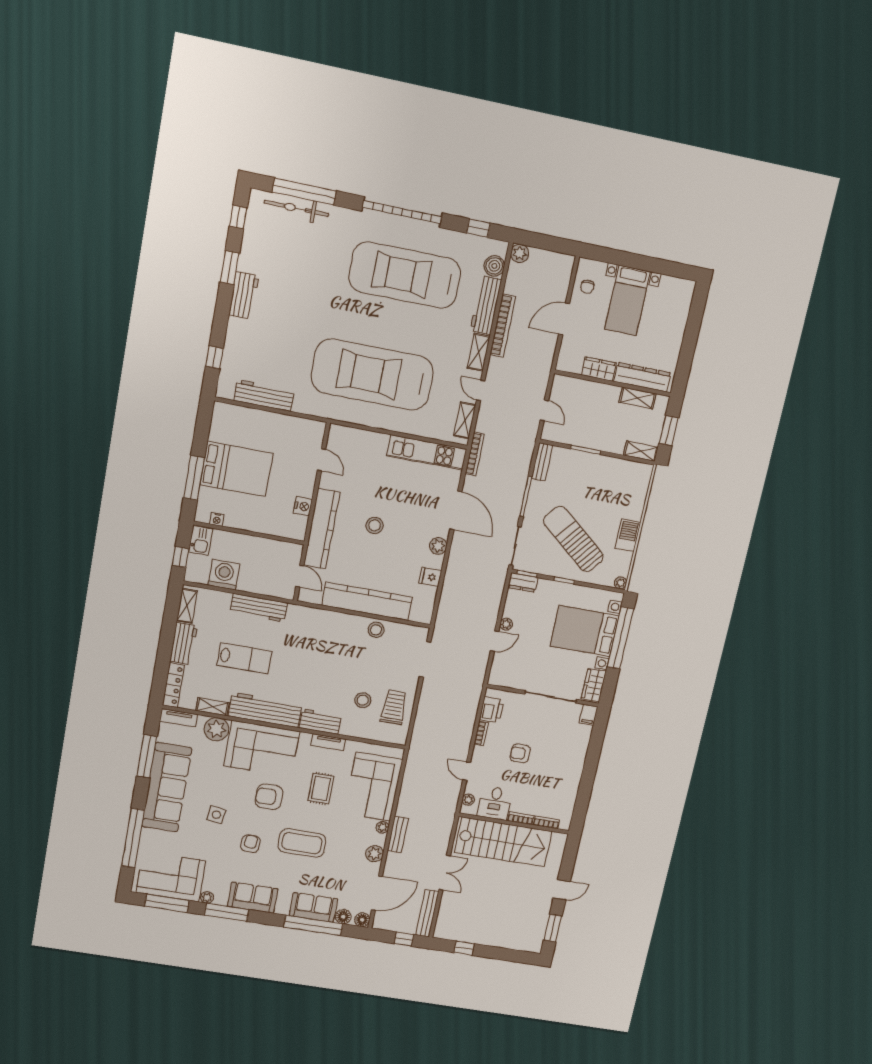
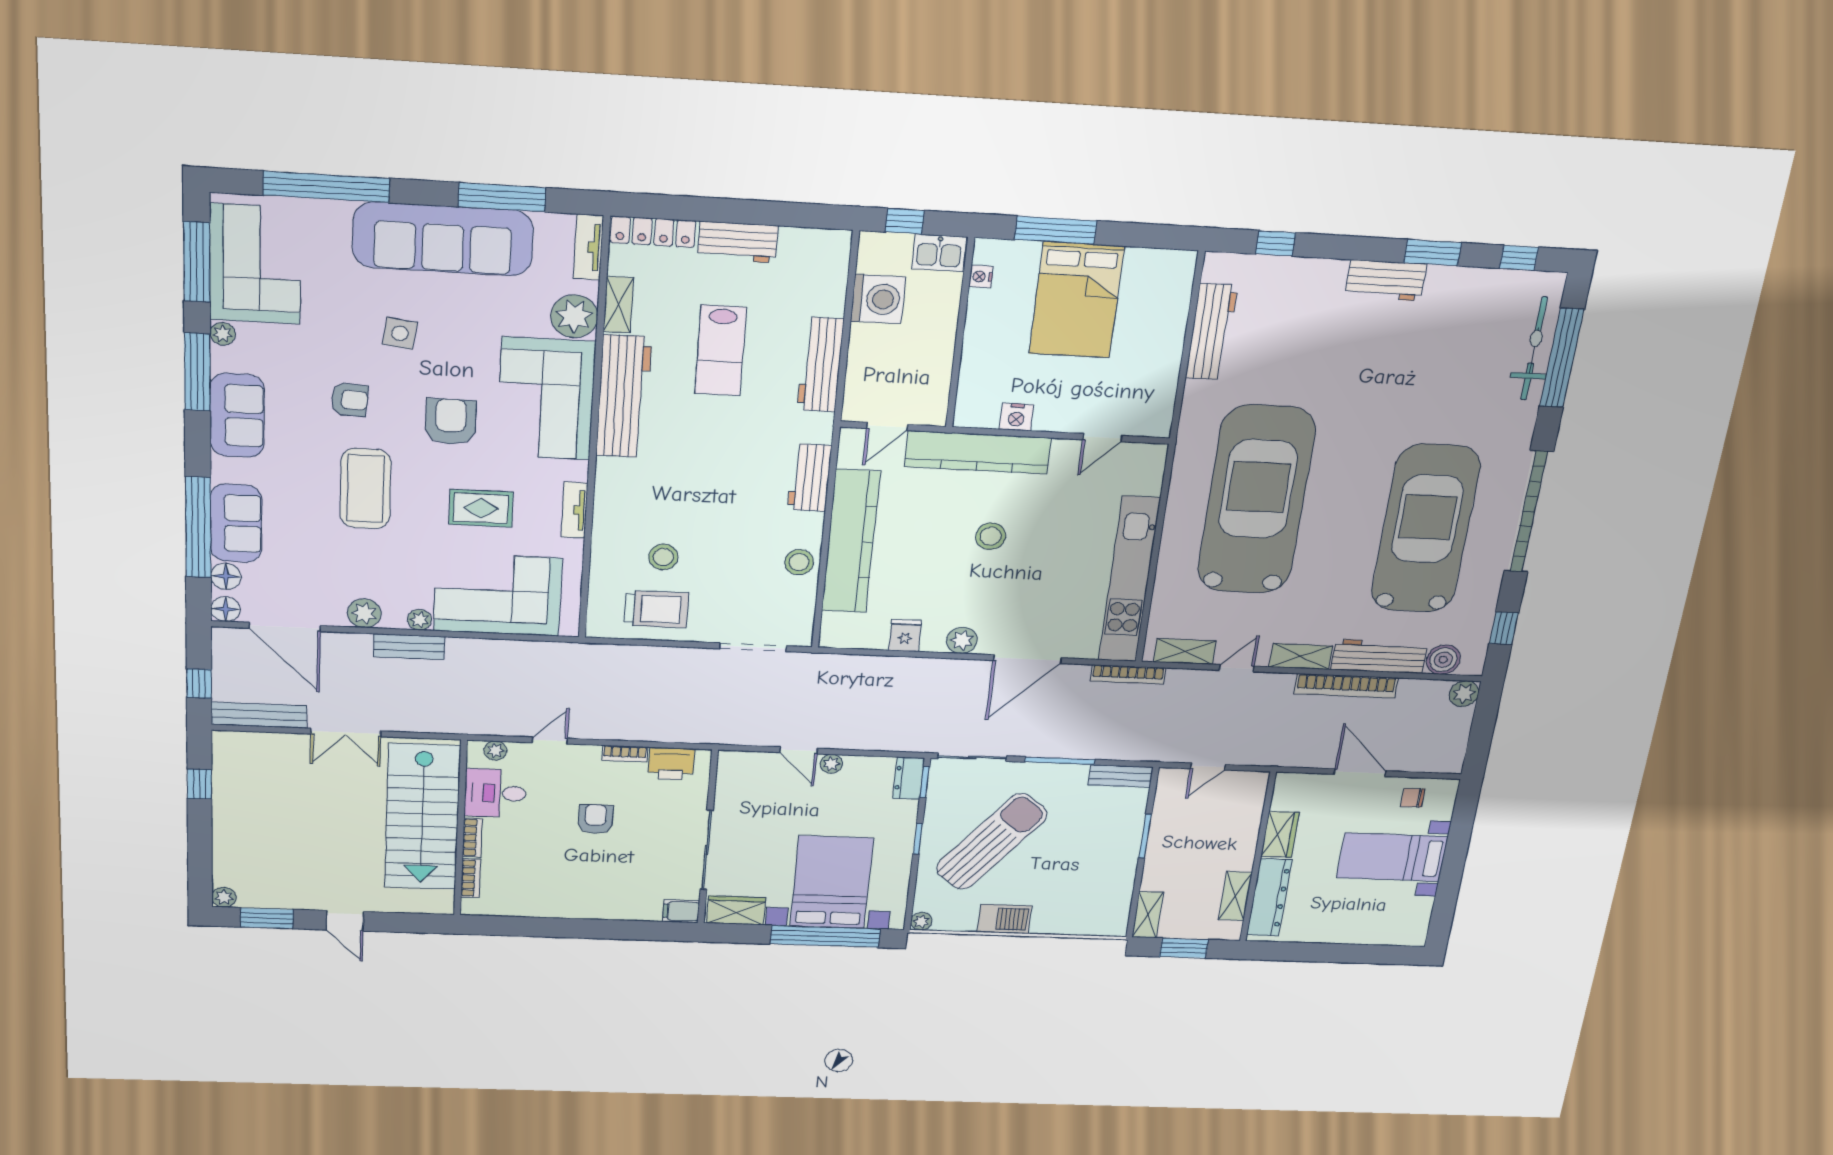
kitchen unit: (427, 452) -> (1129, 580), width x1.36
shelving: (187, 606) -> (812, 241), removed
workbench: (320, 722) -> (810, 478), moved, turned 180
plant: (536, 947) -> (224, 897), added

